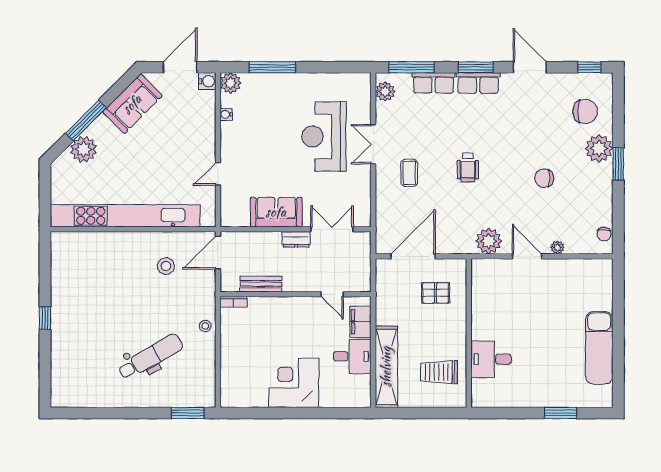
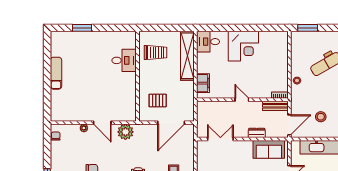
sofa: (276, 212) -> (269, 149), moved
double door: (332, 229) -> (220, 139), swing flipped
dresser: (296, 239) -> (257, 133), moved
bench: (261, 284) -> (275, 106), moved
door: (332, 294) -> (242, 100), moved
exam couch: (599, 348) -> (56, 73), width x0.73, depth x0.69
desk: (352, 356) -> (208, 42), moved

